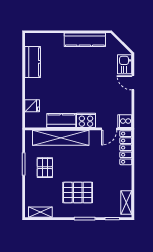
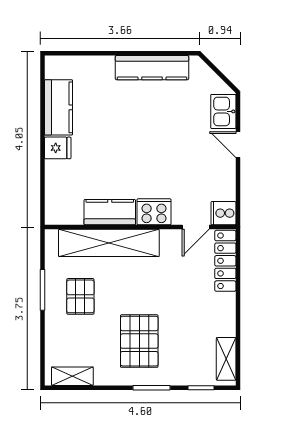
fridge: (32, 106) -> (58, 148), moved
pallet: (78, 193) -> (139, 341), turned 90

